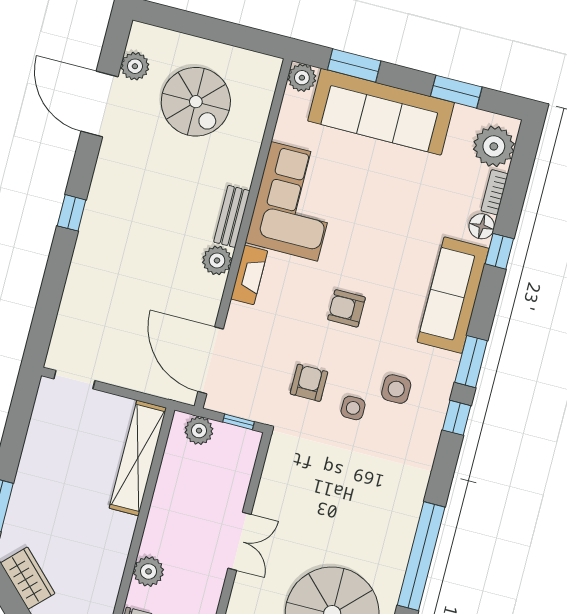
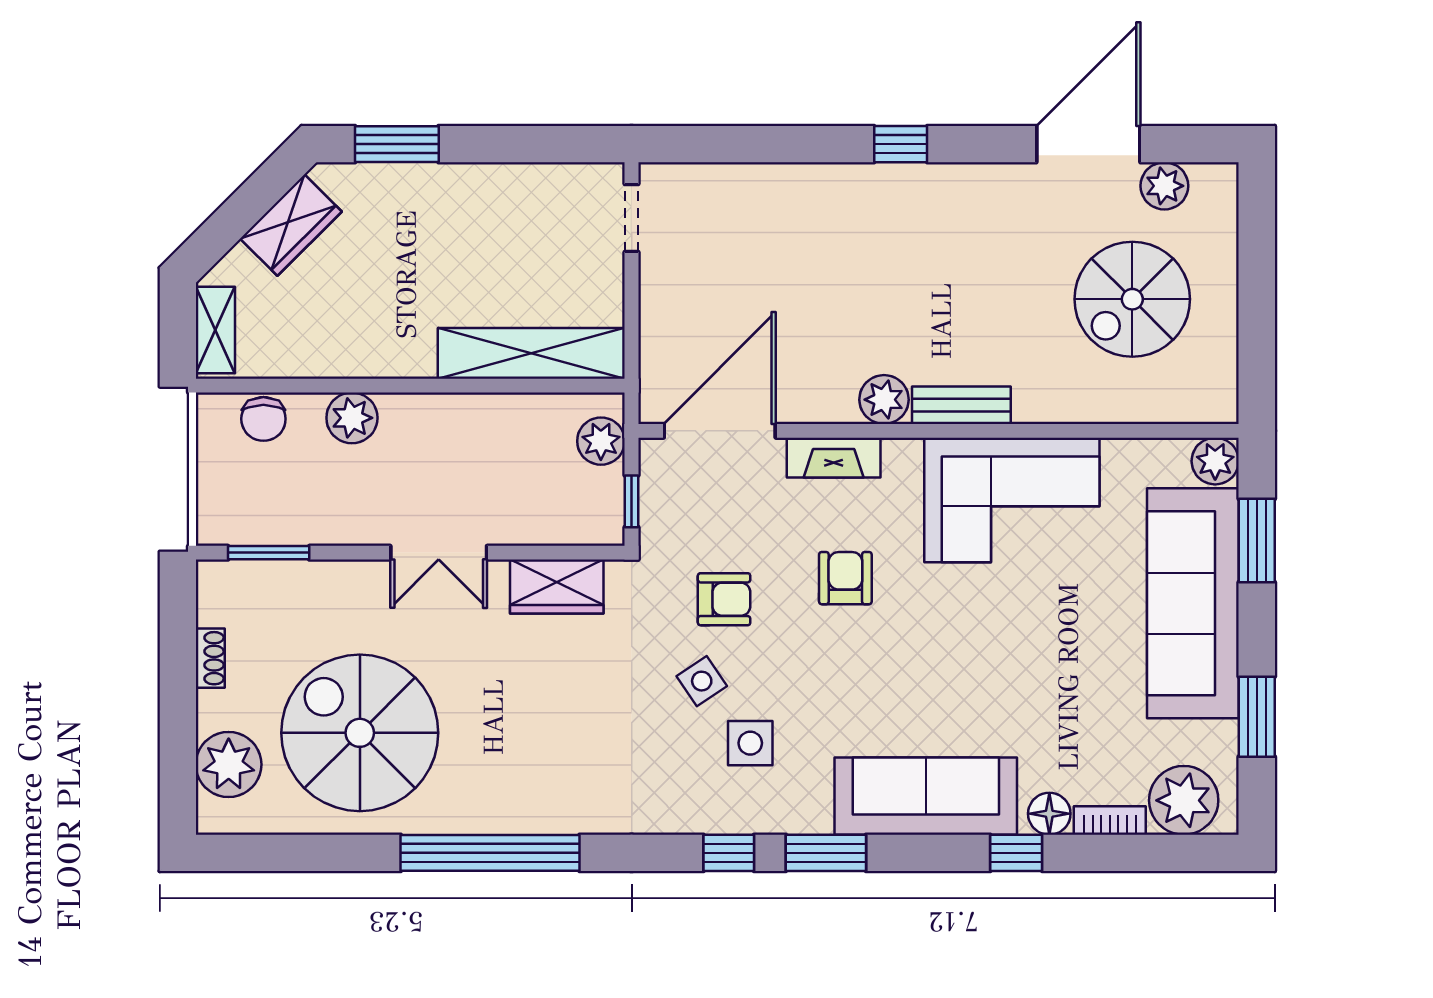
fireplace: (249, 275) -> (834, 458), moved
armchair: (346, 308) -> (845, 578), moved
side table: (353, 408) -> (702, 681), turned -34
wardrobe: (277, 478) -> (557, 587), added

